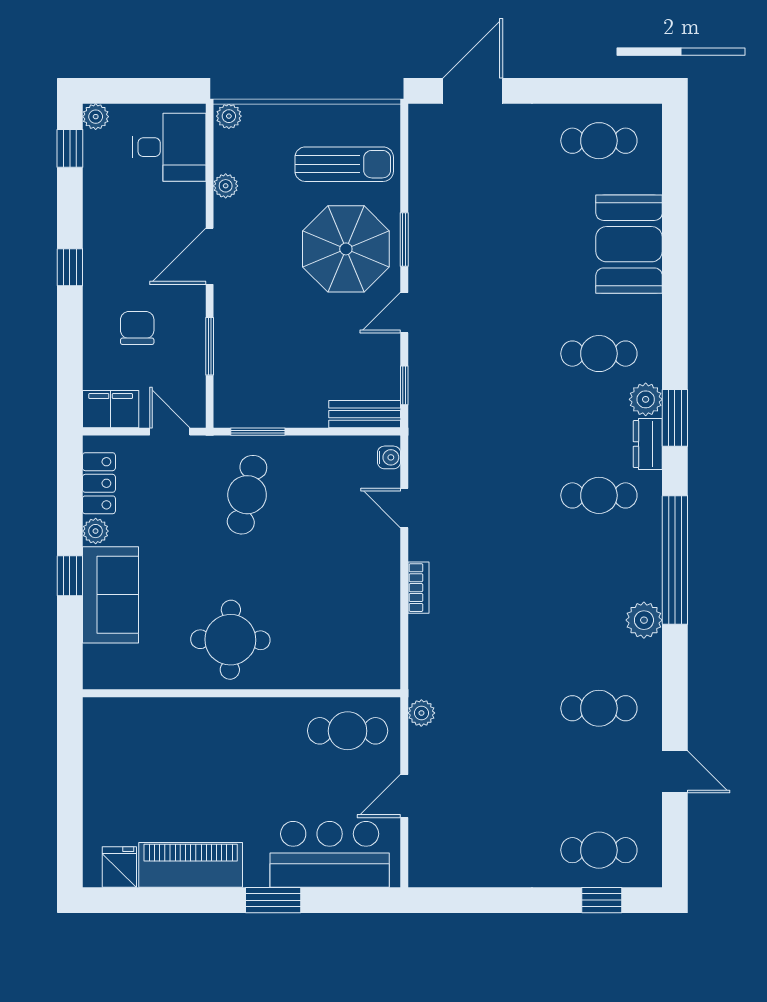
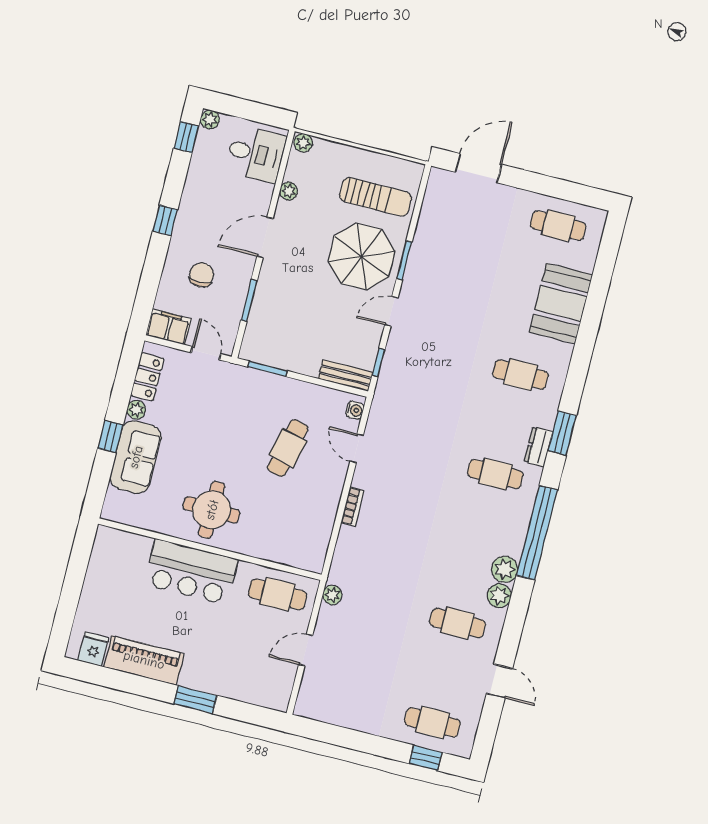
plant: (646, 399) -> (499, 596), moved
cafe table: (247, 495) -> (288, 448), moved
bar counter: (330, 854) -> (191, 572), moved, turned 180

